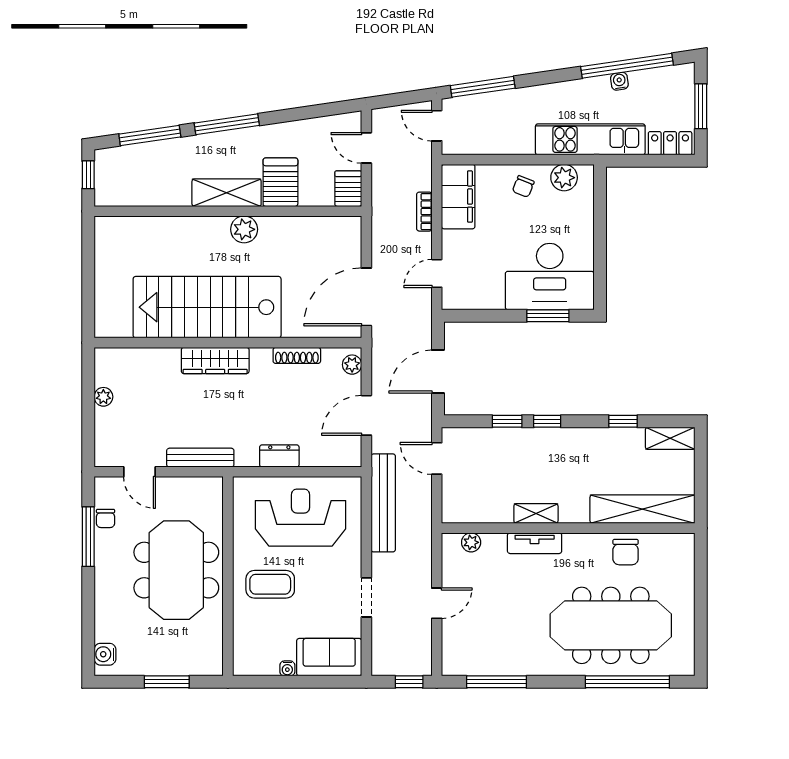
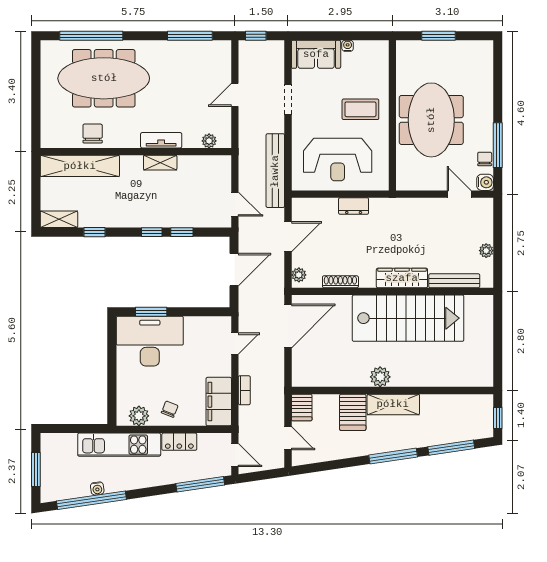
locker: (670, 143) -> (179, 442), moved
bench: (200, 458) -> (454, 281), moved
water cooler: (105, 654) -> (485, 182), moved

